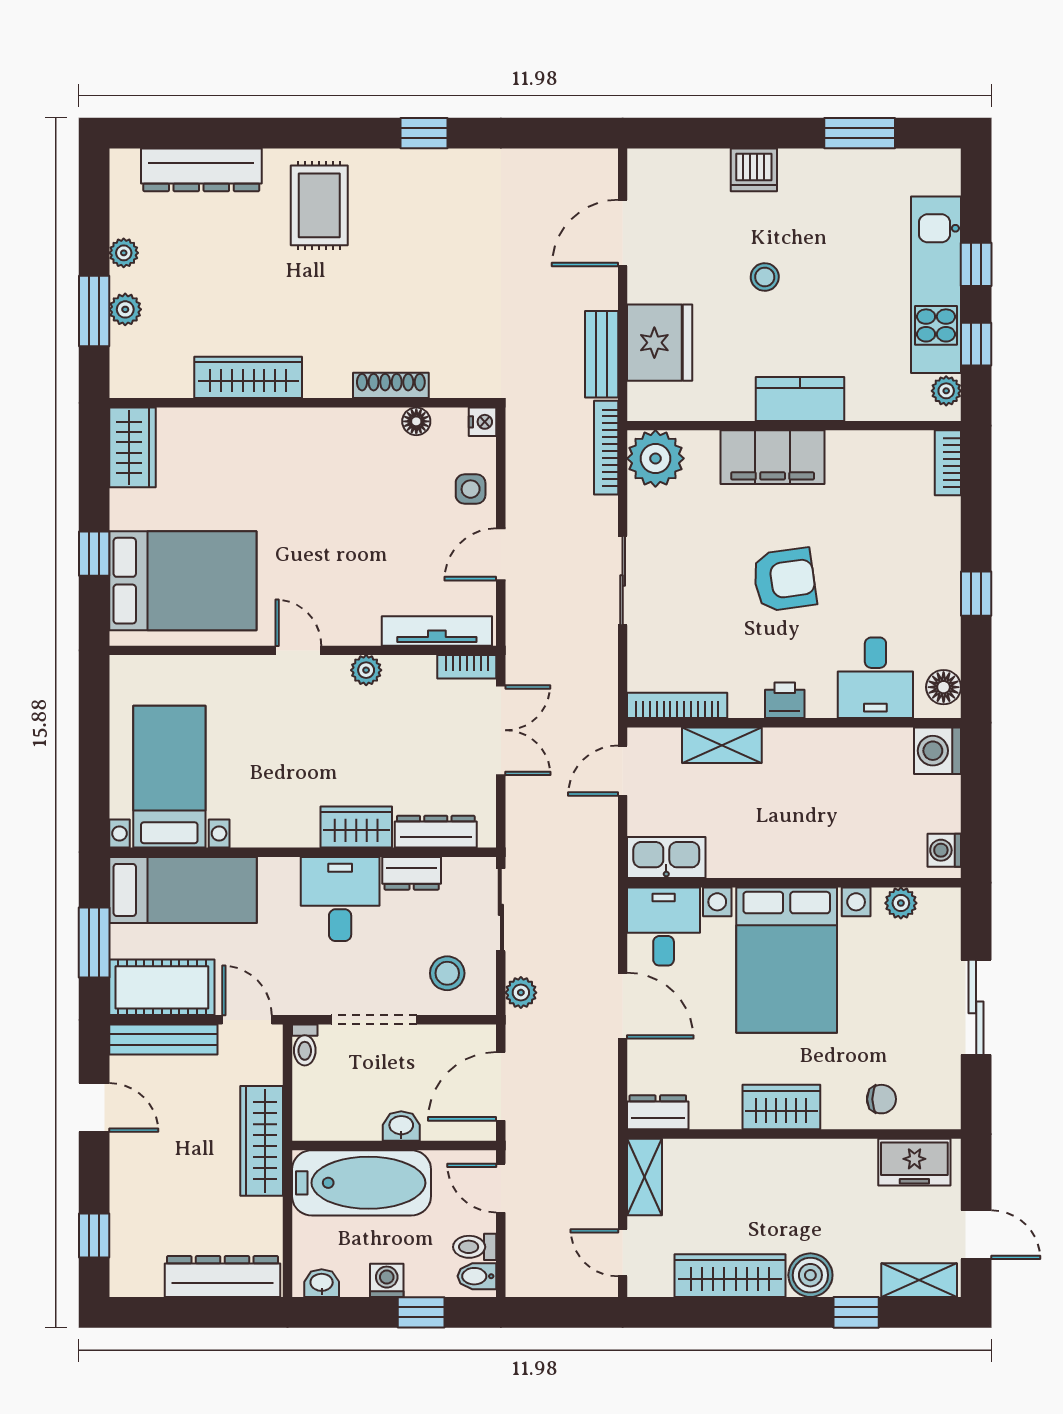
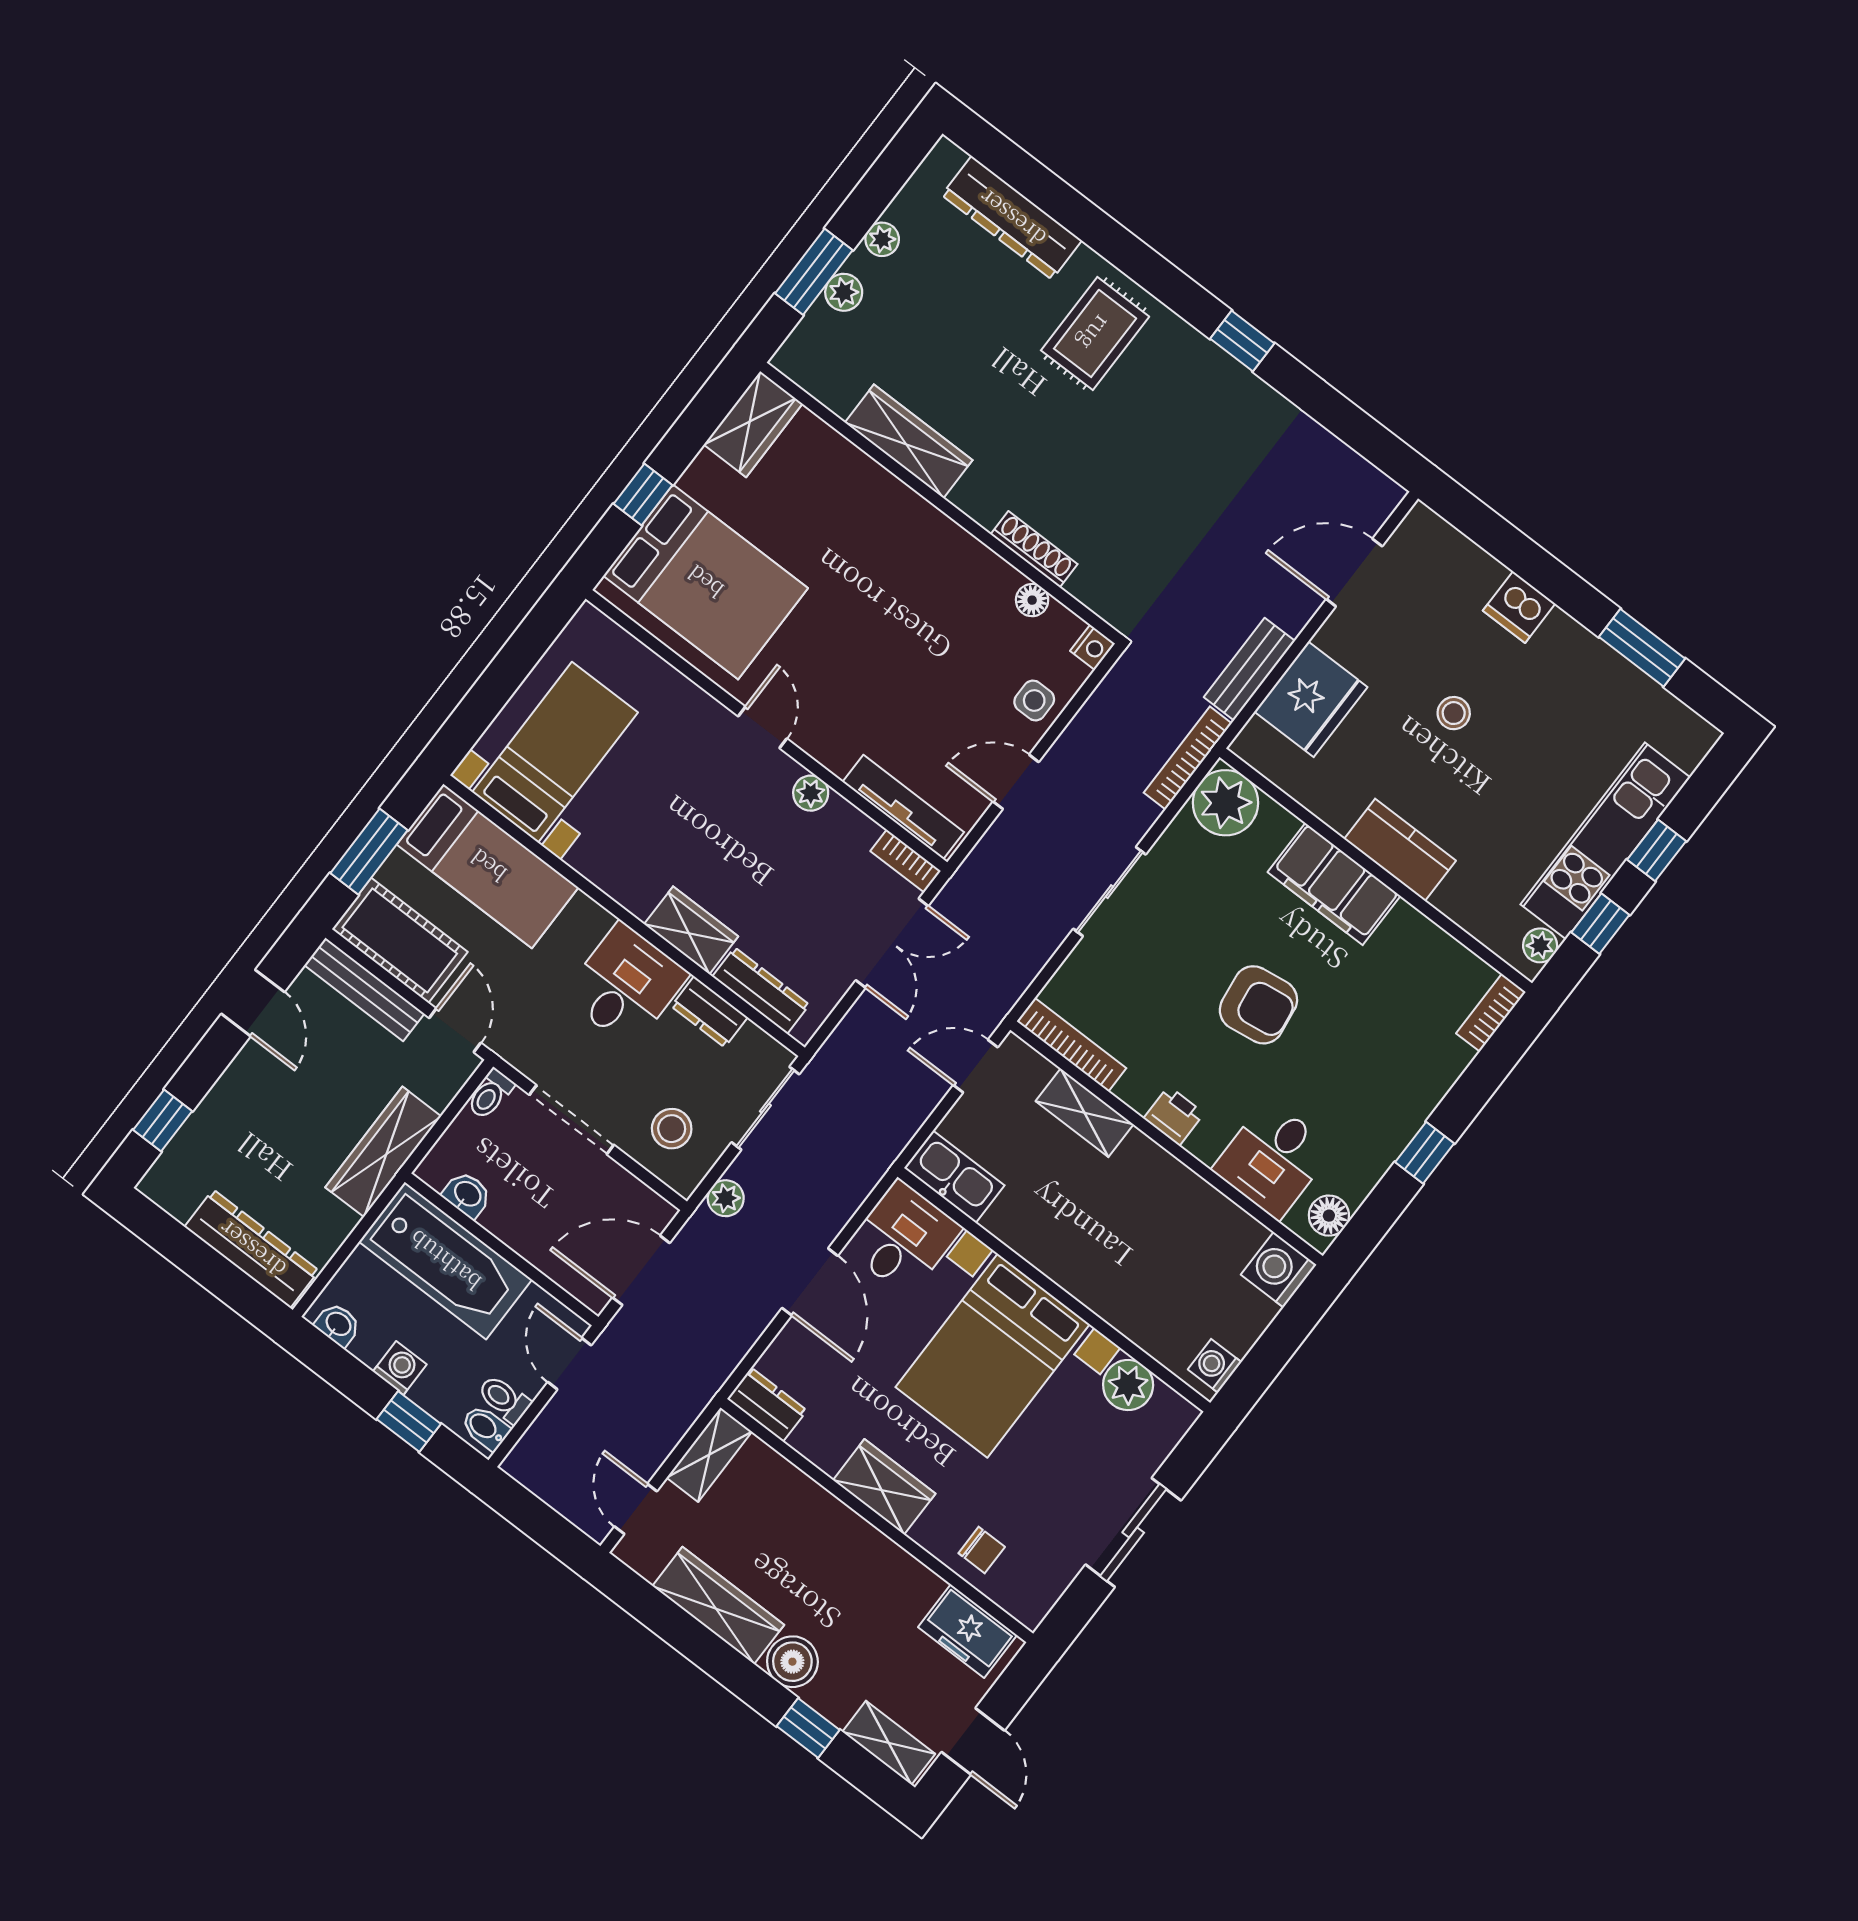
plant: (901, 903) -> (1128, 1385), width x1.38, depth x1.38
washbasin: (401, 1126) -> (467, 1195), moved

